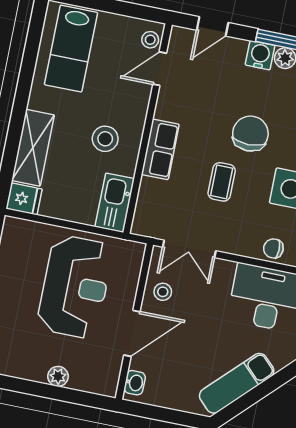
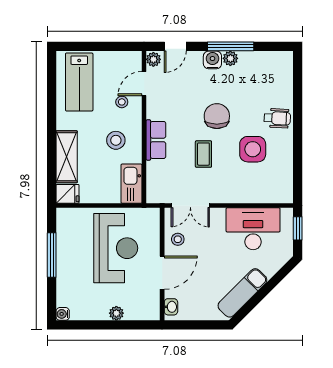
plant: (179, 38) -> (153, 59), added
stool: (150, 40) -> (122, 102), moved
chair: (273, 248) -> (249, 193), removed

